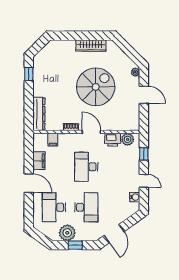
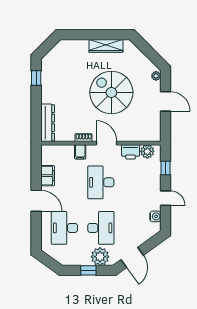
spiral stairs: (96, 87) -> (111, 92), turned -90
filing cabinet: (53, 140) -> (80, 152), moved
plant: (67, 233) -> (100, 257), moved

